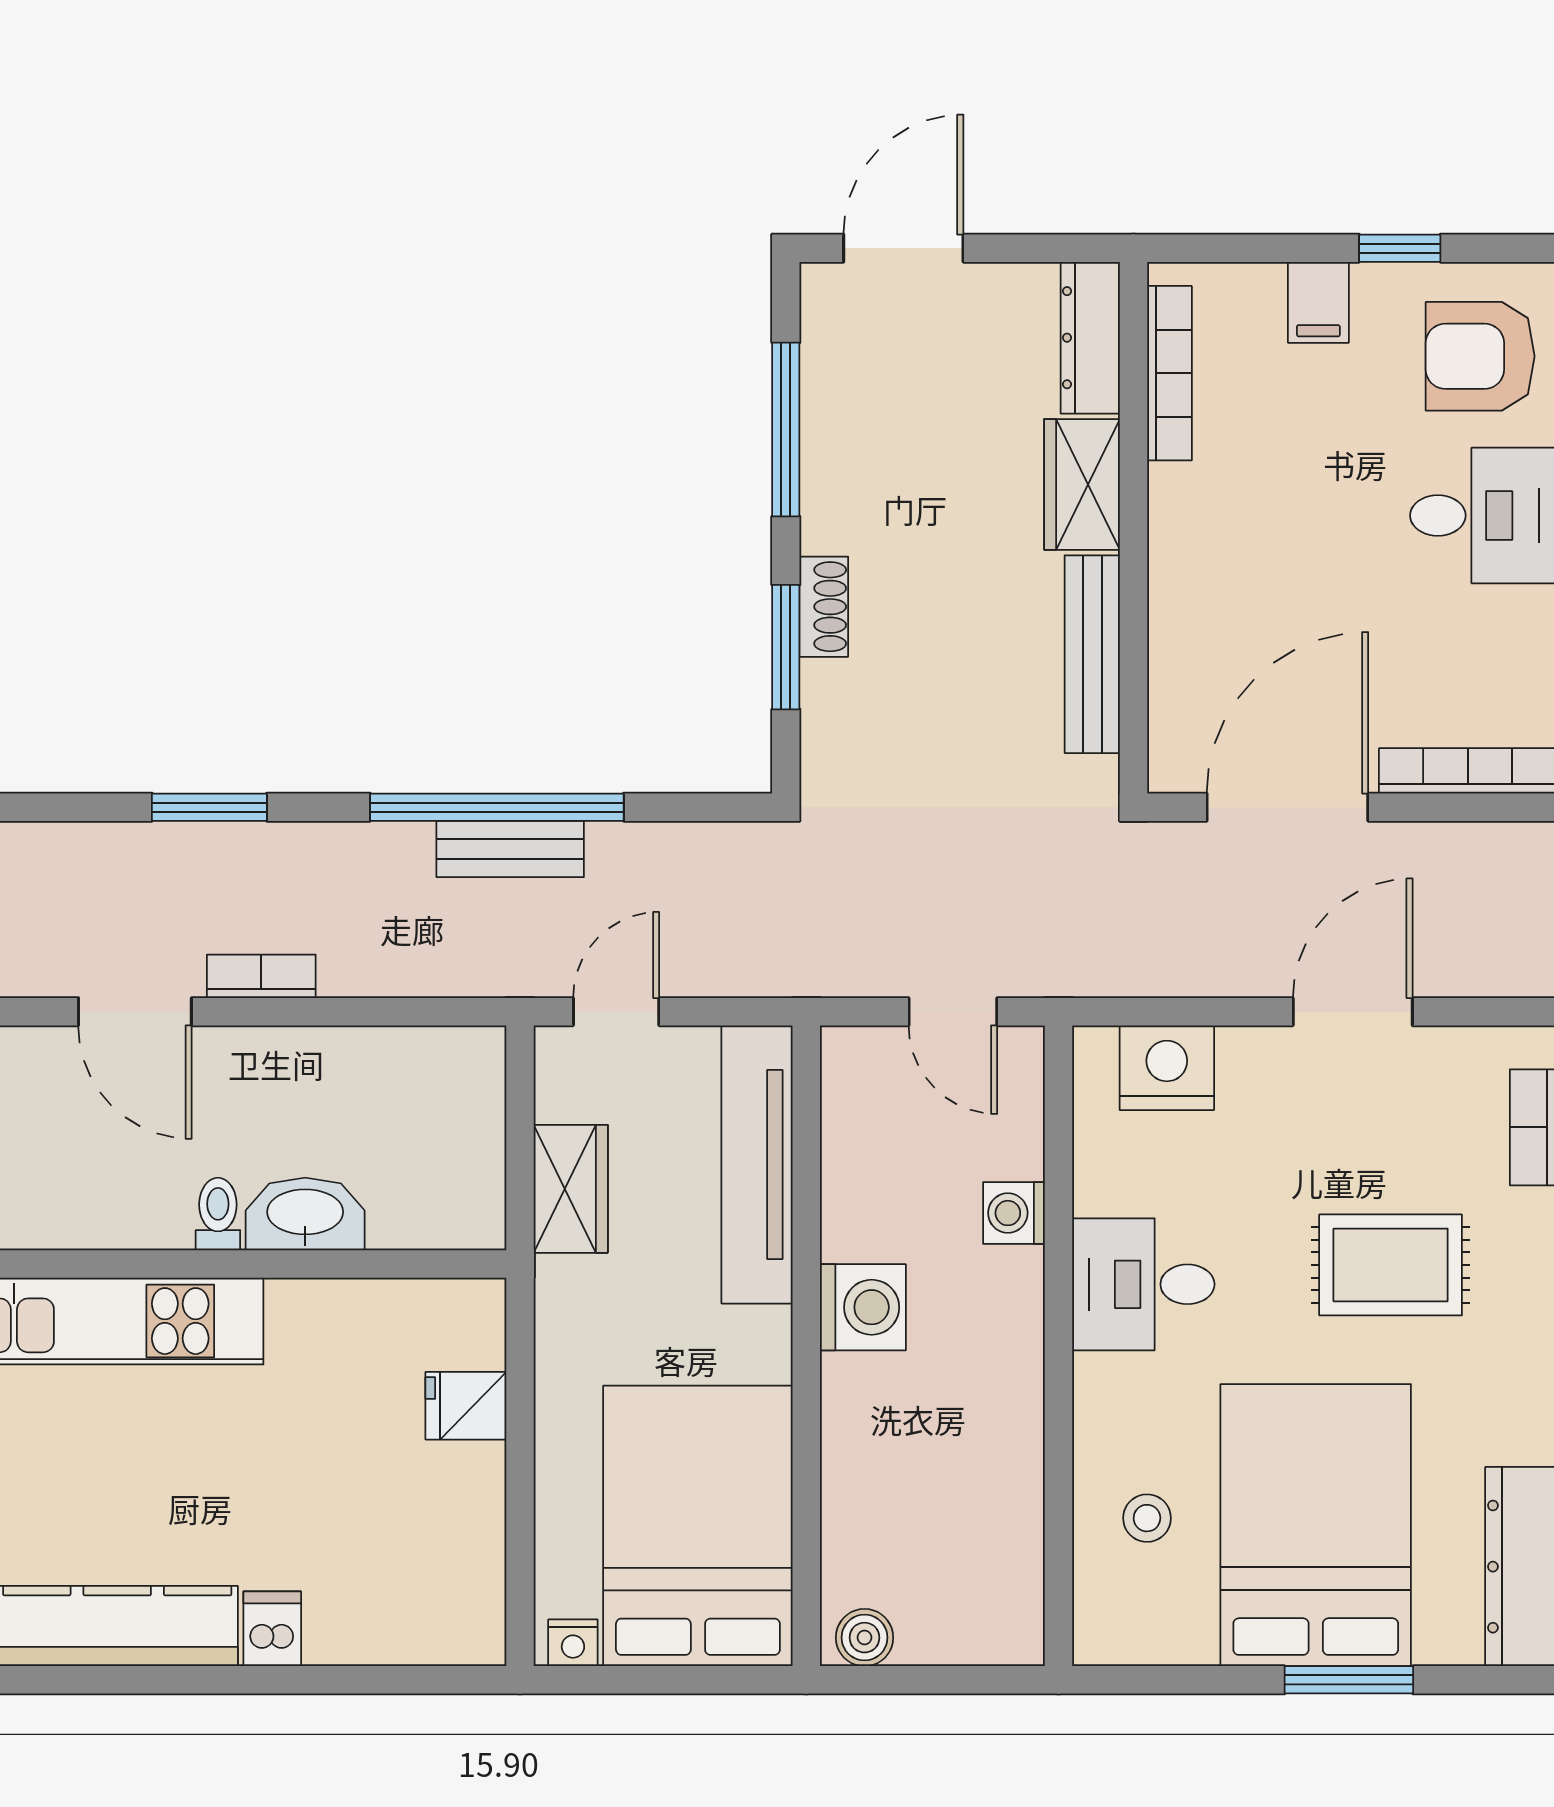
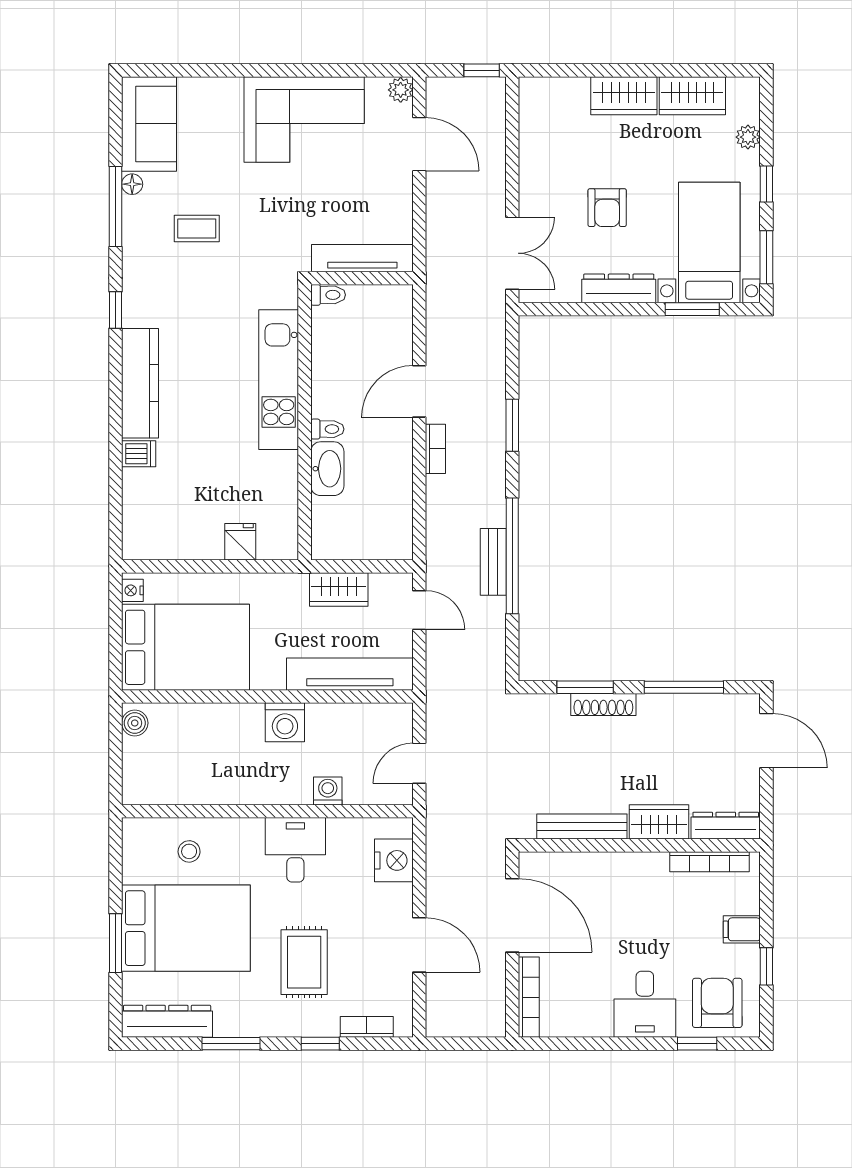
shoe rack: (824, 607) -> (603, 704), width x1.43

